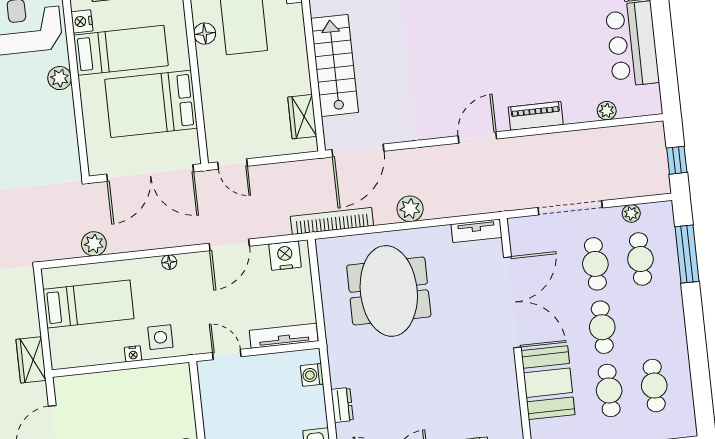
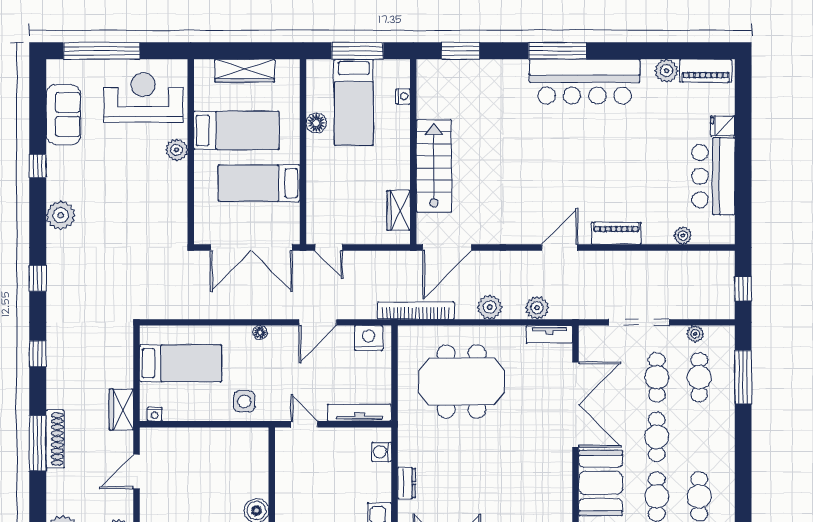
nightstand: (82, 21) -> (203, 99), removed
bed: (151, 104) -> (259, 183), width x0.67
plant: (94, 244) -> (537, 308), moved
meeting table: (389, 291) -> (462, 382), turned 90
nightstand: (133, 354) -> (155, 414), moved

